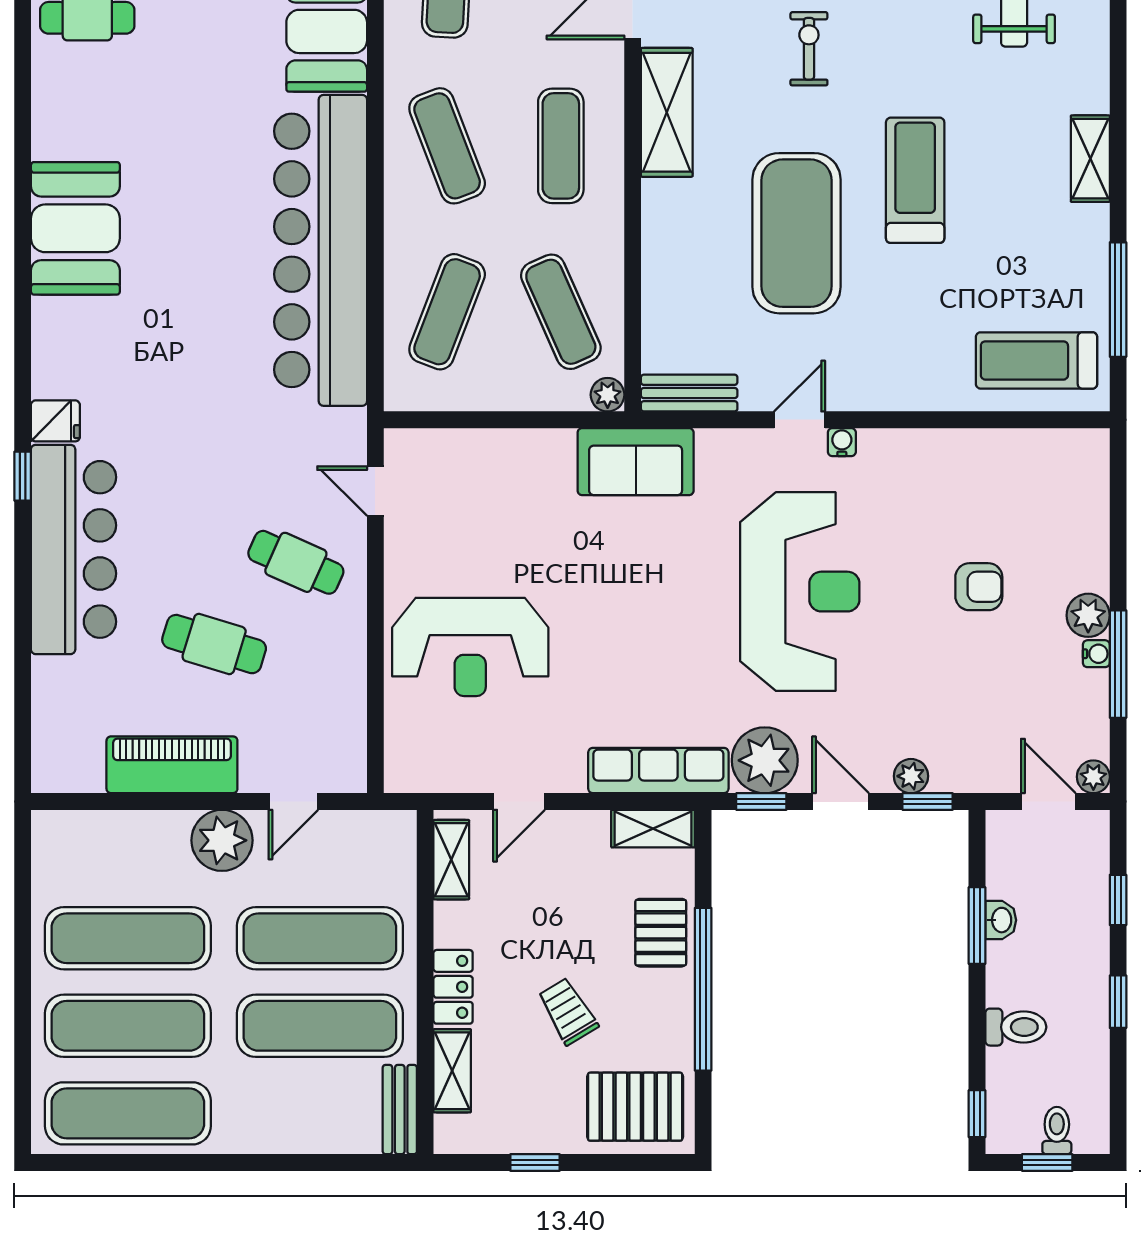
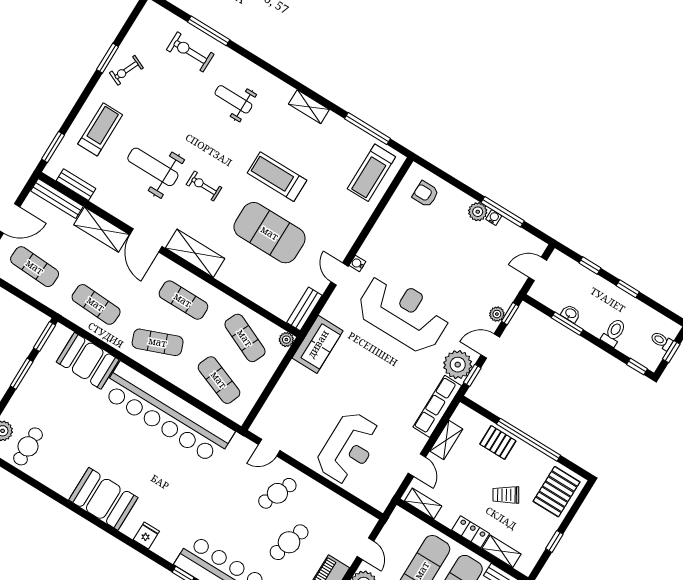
exercise mat: (561, 312) -> (245, 338), turned 48
fridge: (55, 421) -> (146, 535), moved
armchair: (979, 587) -> (425, 194), moved, turned -90
plant: (1093, 777) -> (539, 247), removed
shelving: (653, 829) -> (446, 440), moved

